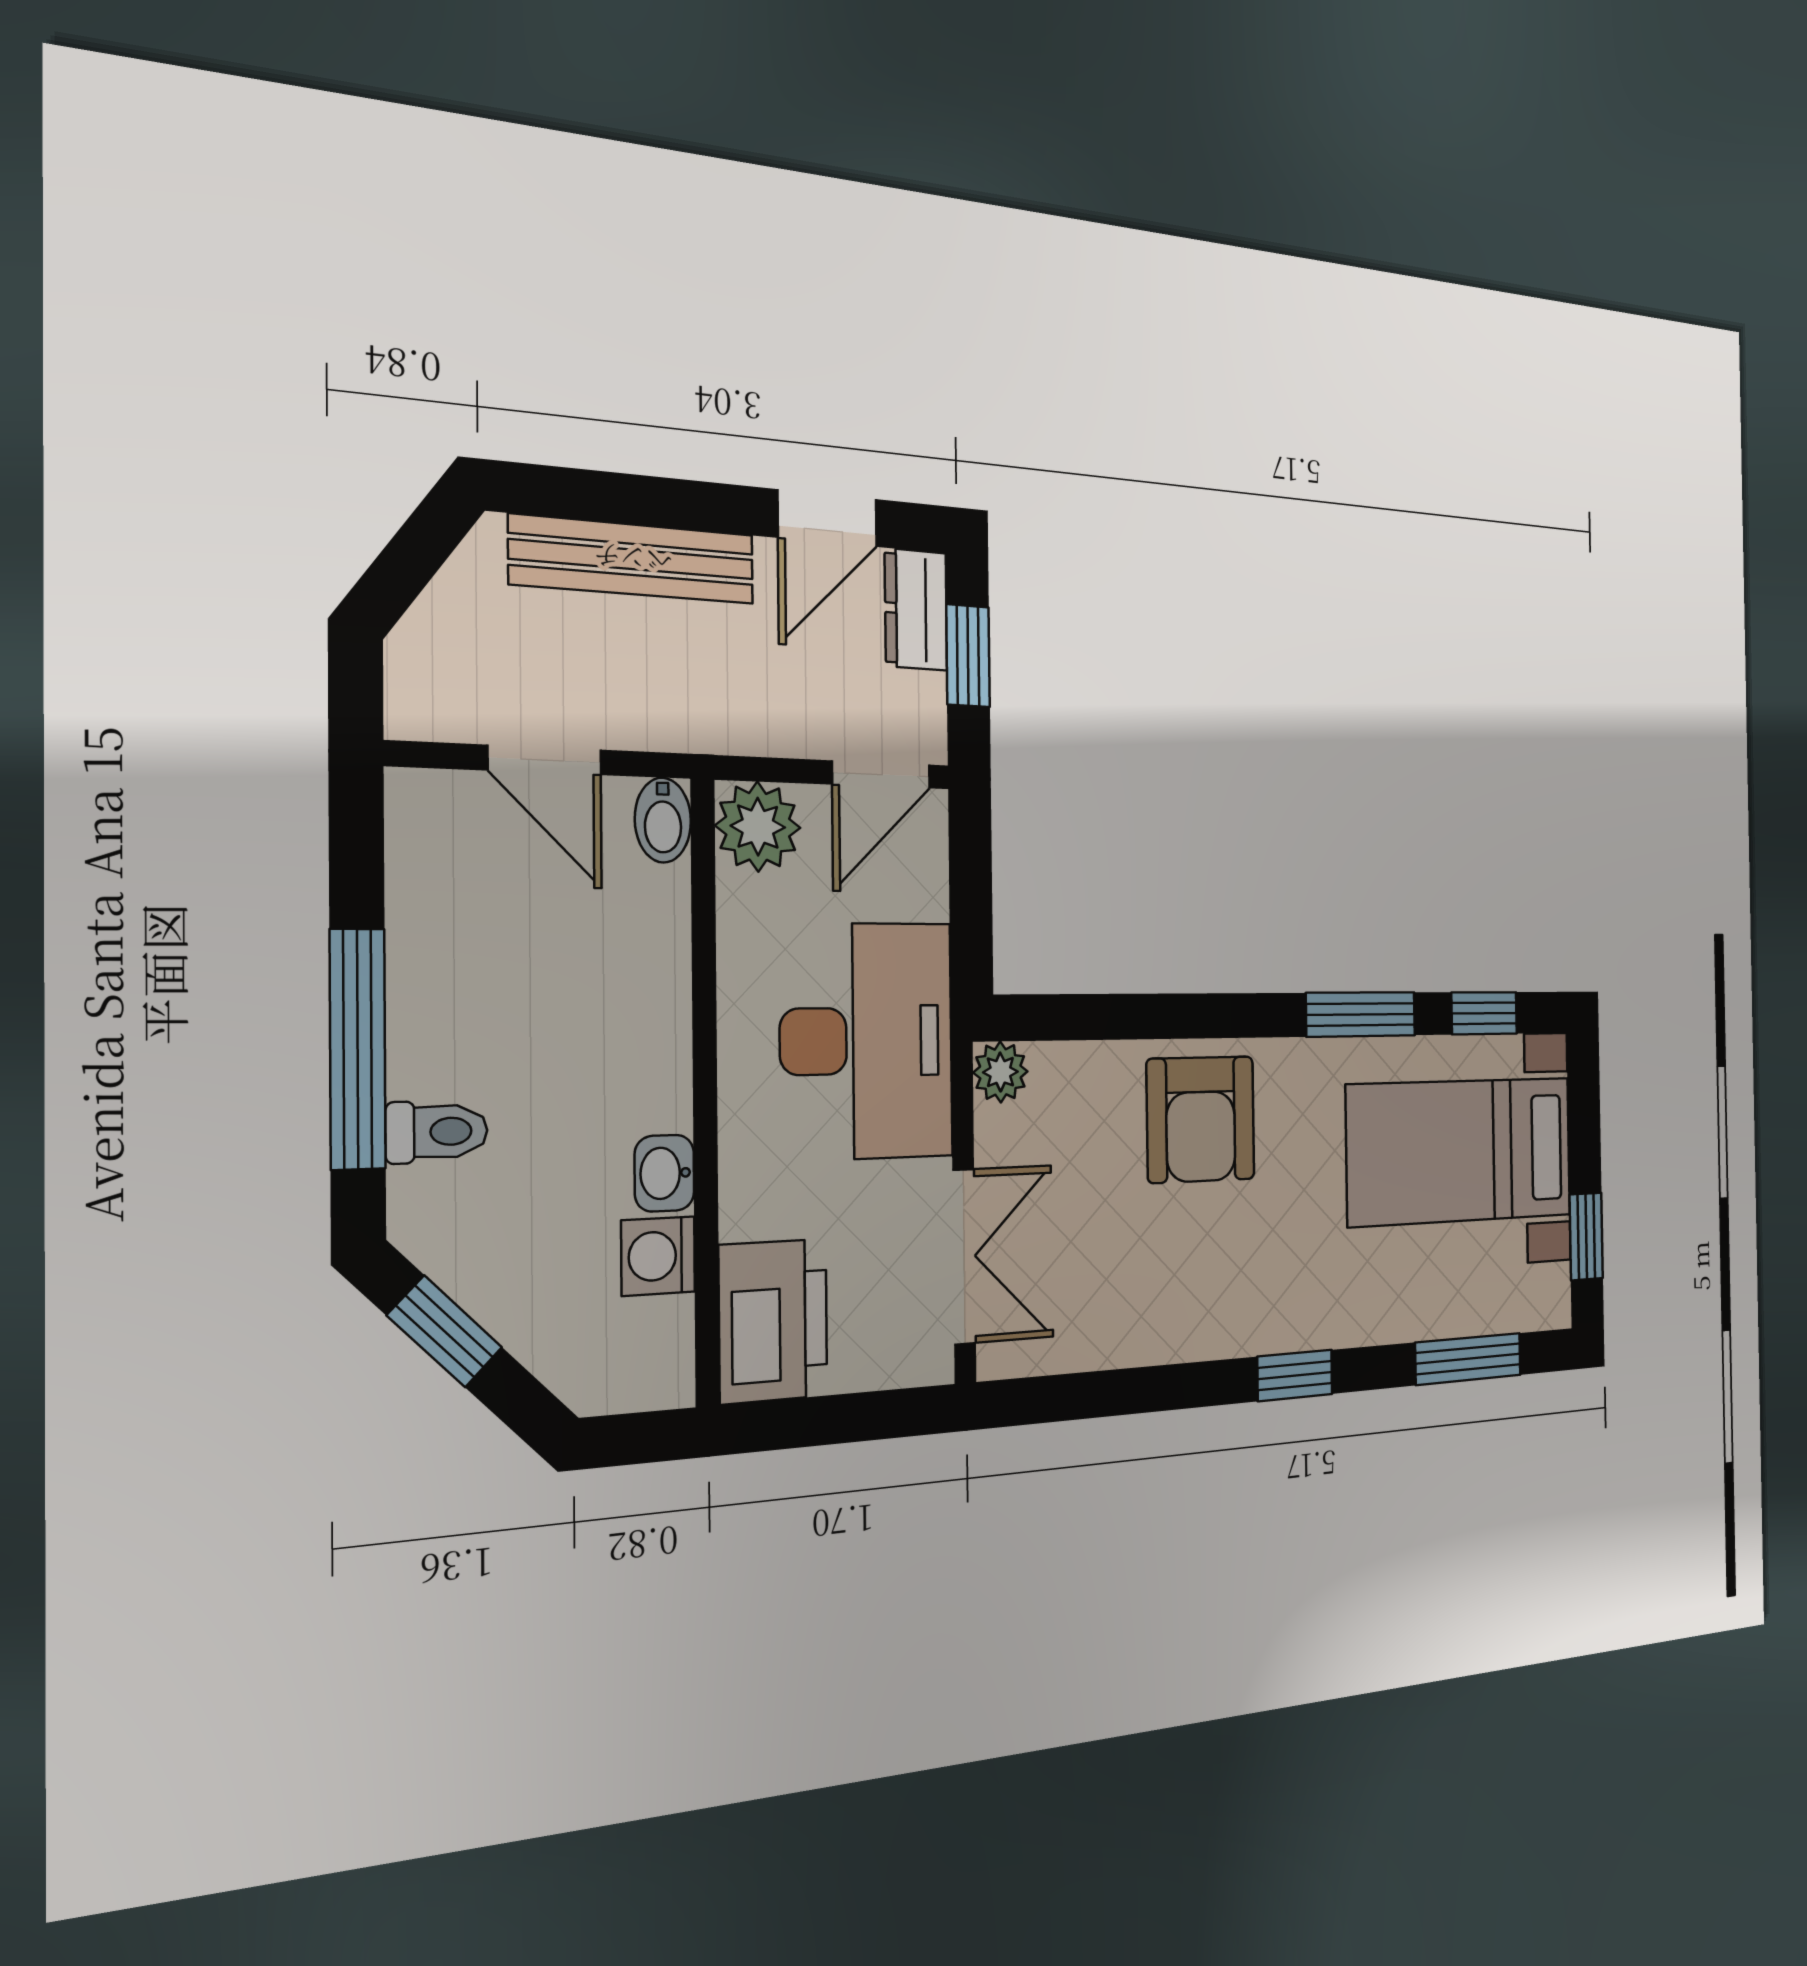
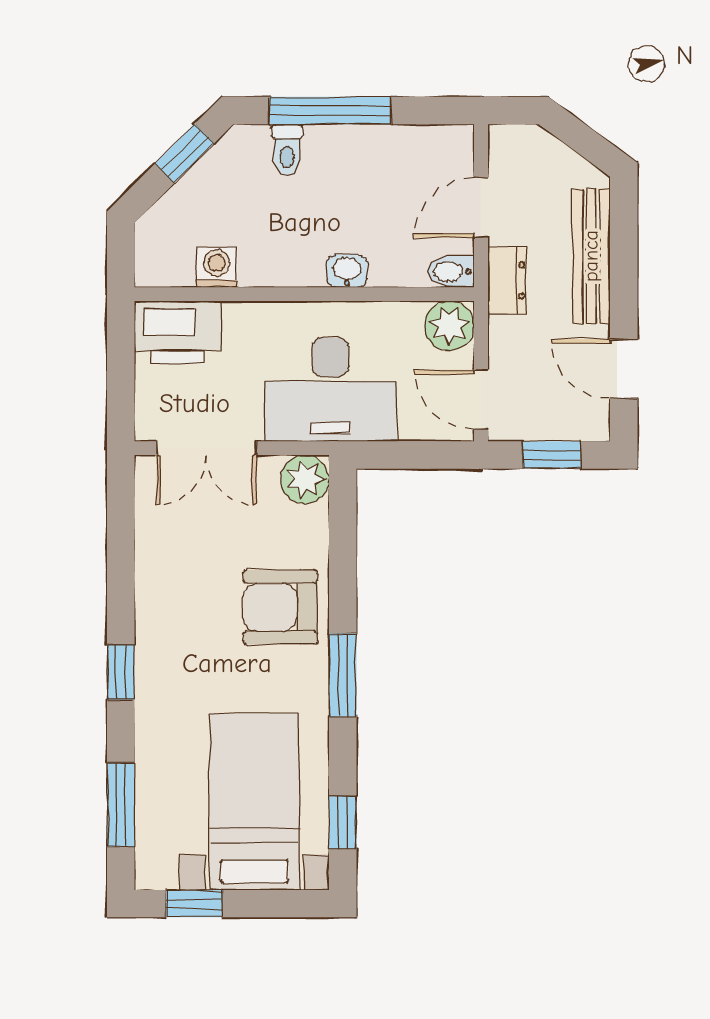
dresser: (916, 609) -> (507, 281), moved, turned 90
window: (1361, 1014) -> (343, 675), moved
plant: (1000, 1072) -> (305, 479), width x1.38, depth x1.38
washbasin: (664, 1173) -> (347, 271), moved

